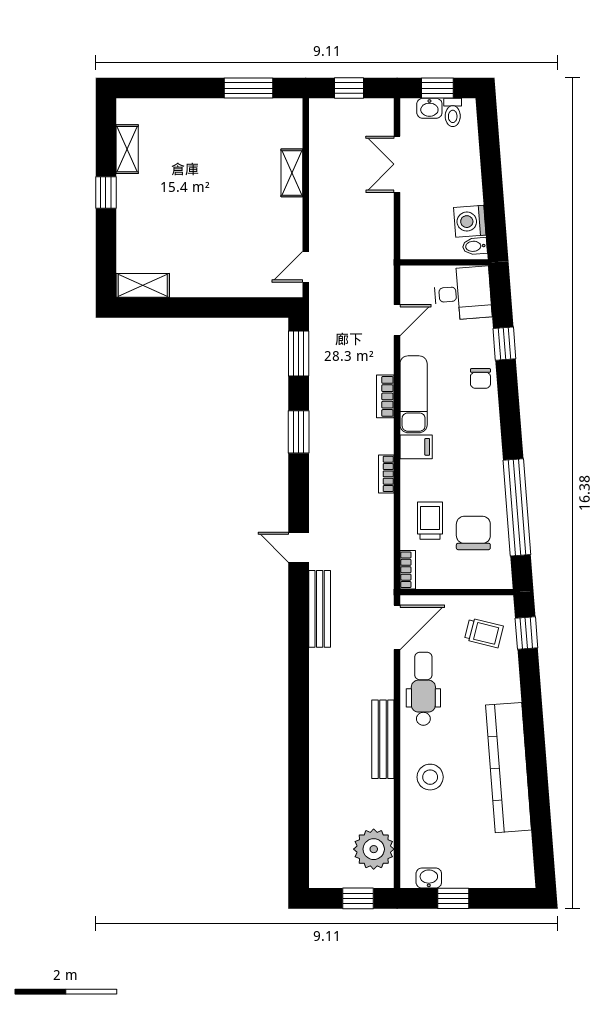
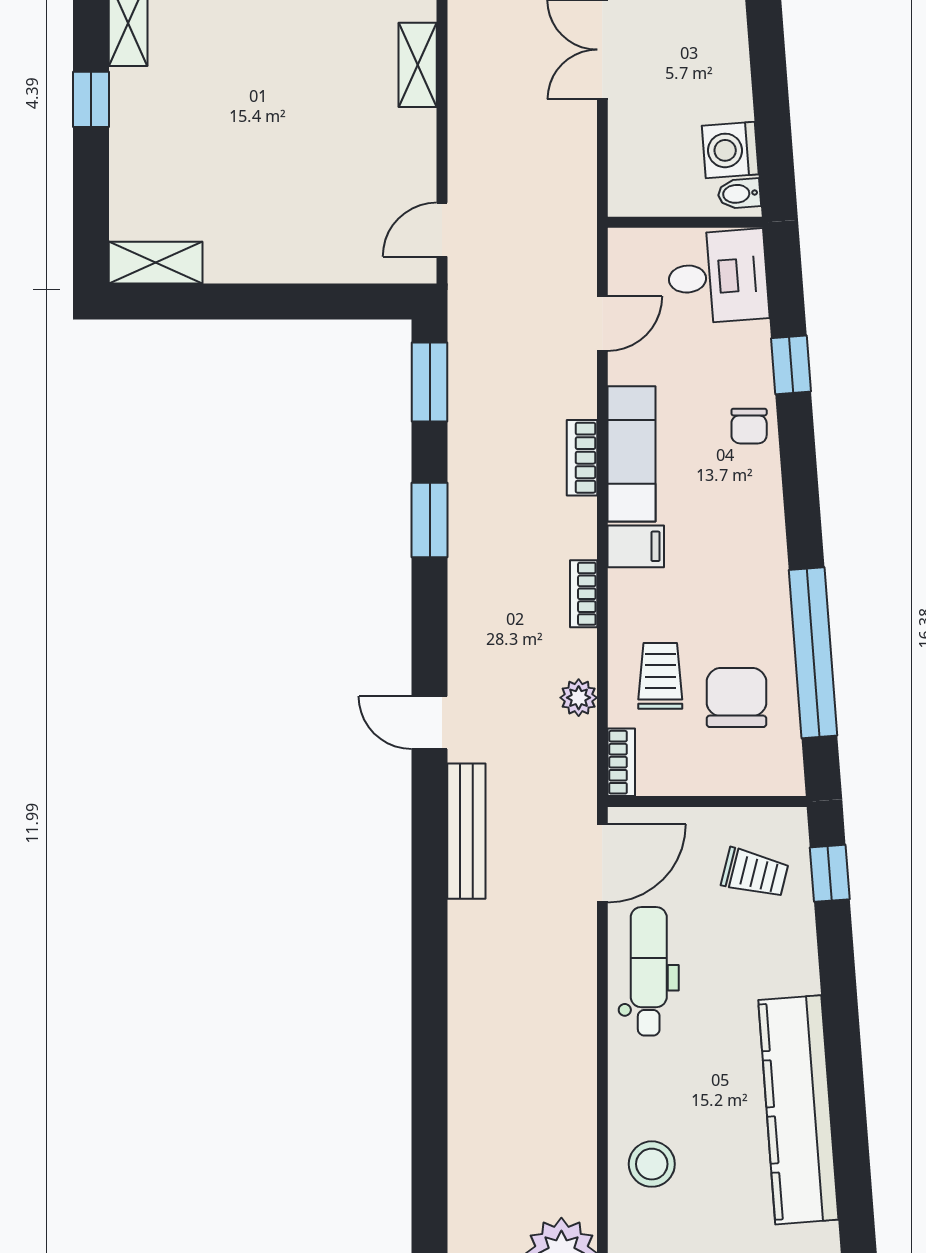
plant: (383, 533) -> (579, 698), added
bench: (383, 739) -> (578, 1060), removed
stool: (430, 777) -> (652, 1164), moved

